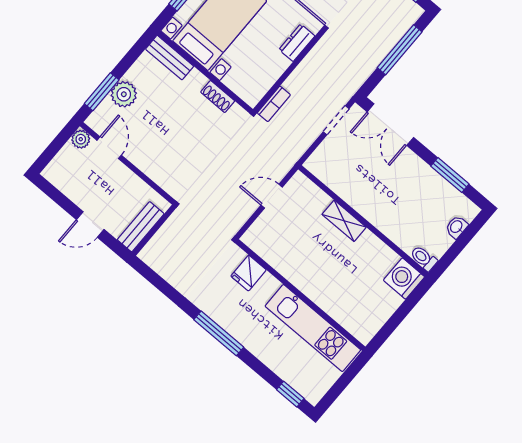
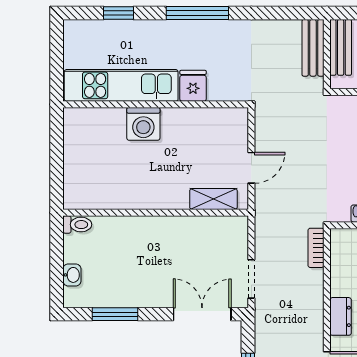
shelving: (344, 221) -> (213, 199), moved
bench: (160, 242) -> (313, 48), added
fridge: (249, 273) -> (193, 86), moved
washing machine: (404, 278) -> (143, 124), moved, turned 90
window: (290, 394) -> (119, 13), moved

